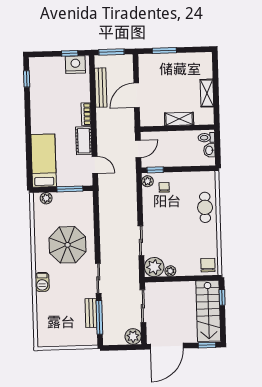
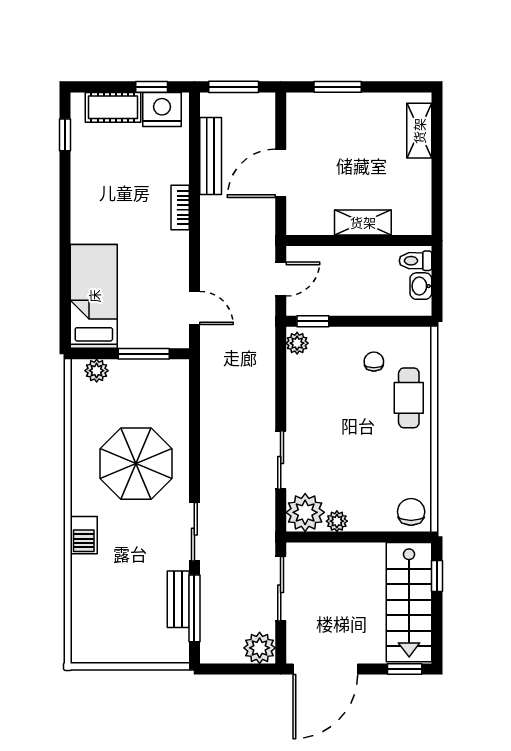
shelving: (207, 93) -> (419, 131), moved
cot: (84, 141) -> (113, 107), moved, turned 90
chair: (164, 187) -> (374, 362), moved

